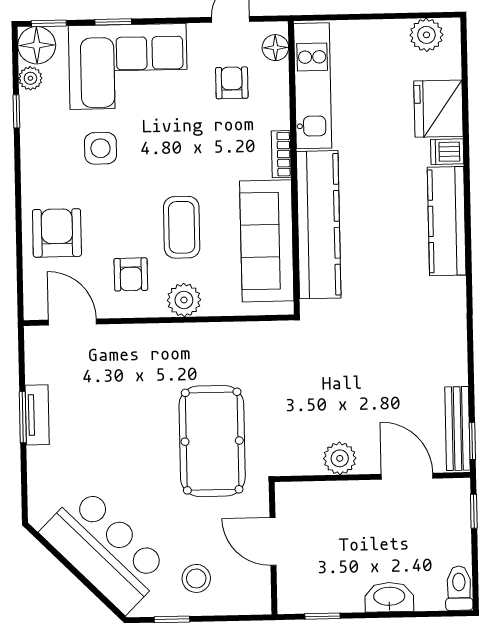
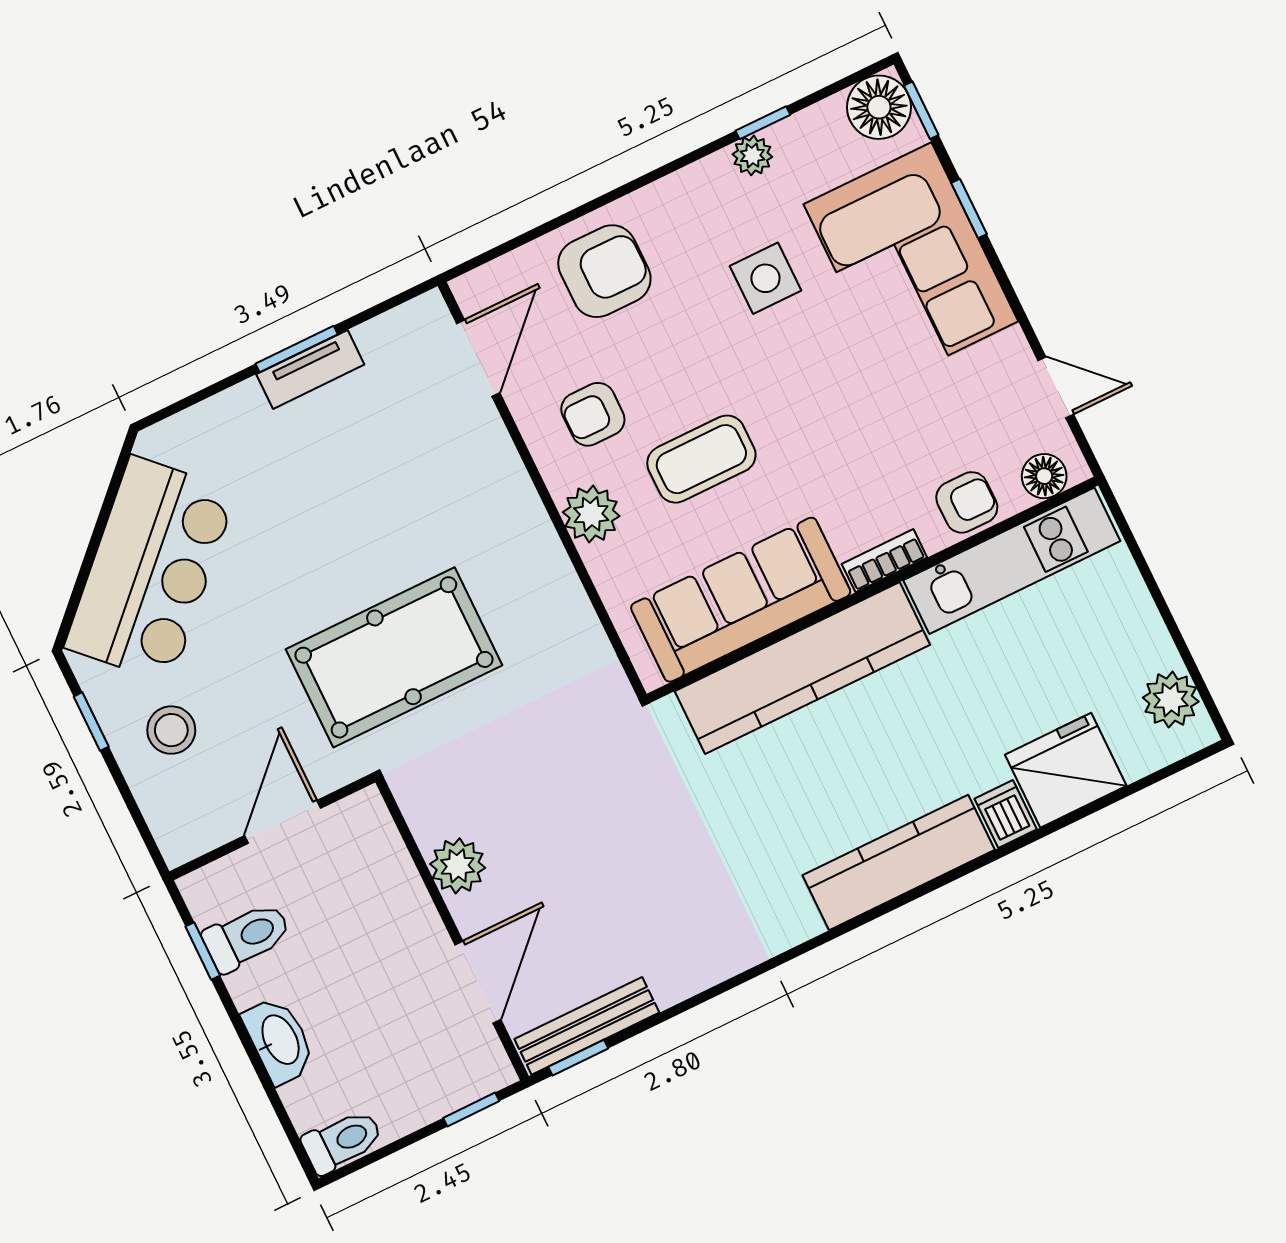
plant: (30, 78) -> (752, 155), moved
armchair: (232, 83) -> (967, 502), moved
toilet: (326, 589) -> (247, 937), added

